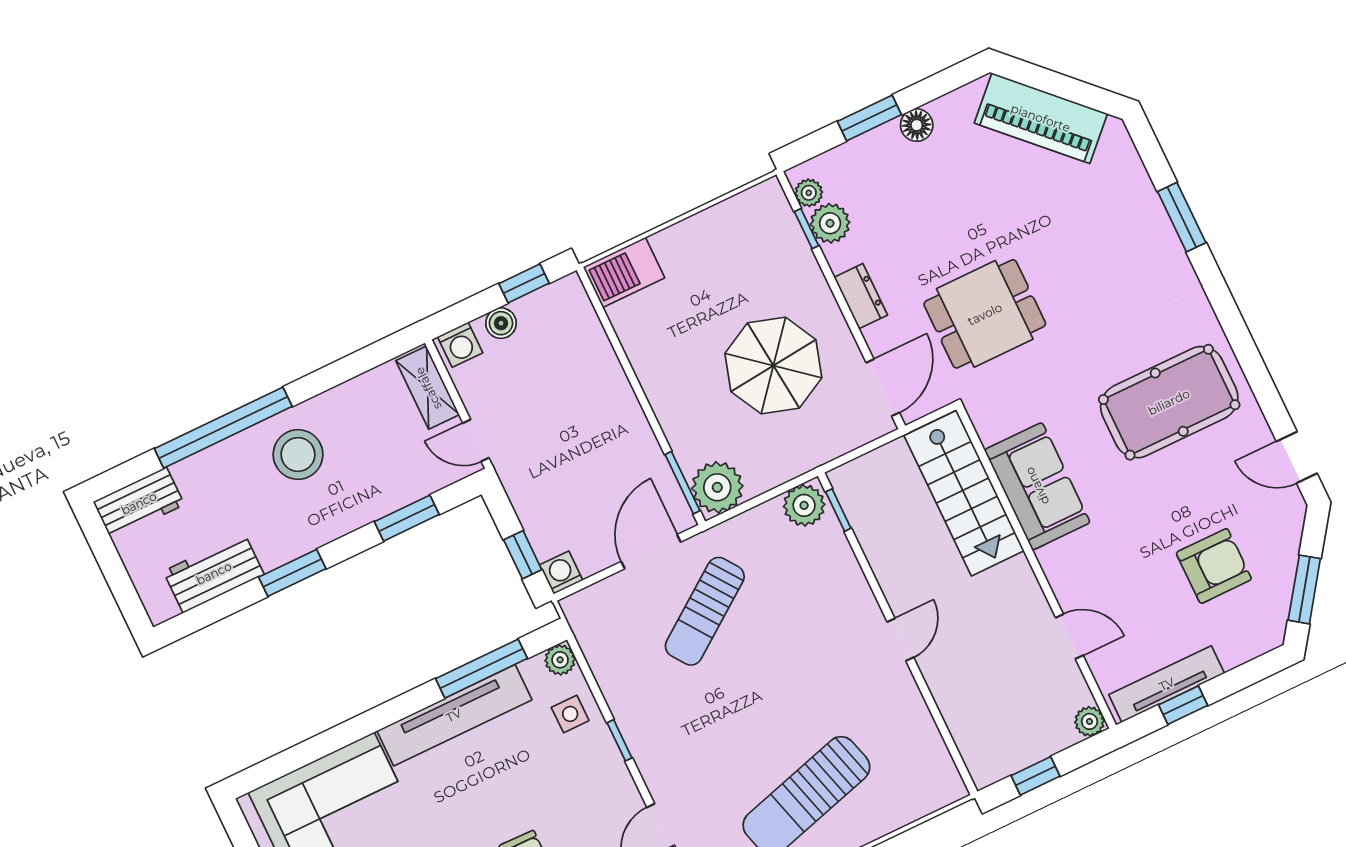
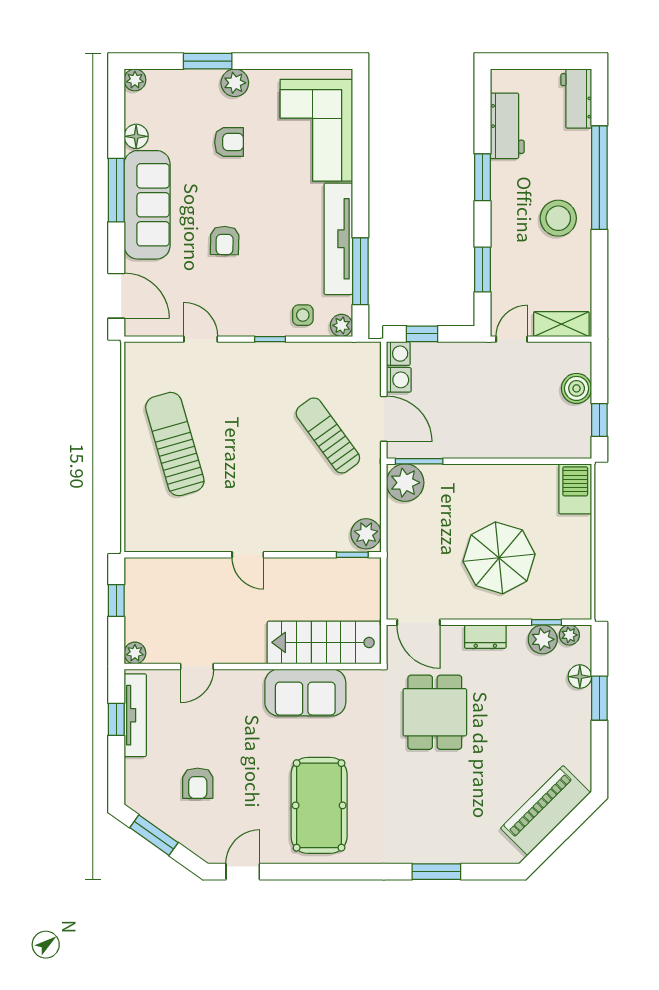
floor lamp: (917, 125) -> (580, 677), moved
boiler: (501, 323) -> (577, 388), width x1.36, depth x1.36
washing machine: (460, 345) -> (399, 380), moved, turned 180
parasol: (773, 366) -> (499, 558), moved
armchair: (1214, 566) -> (198, 783), width x0.72, depth x0.72

